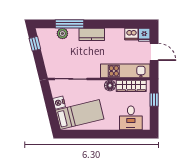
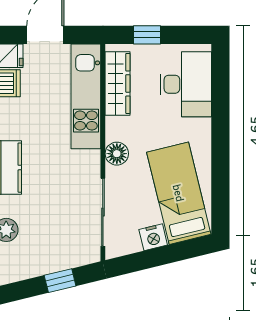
window: (35, 44) -> (60, 281), moved
floor lamp: (110, 85) -> (117, 154), moved
desk: (131, 118) -> (186, 84), width x1.37

